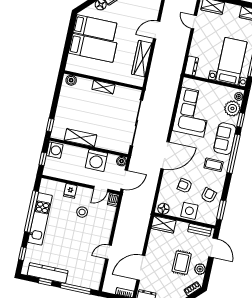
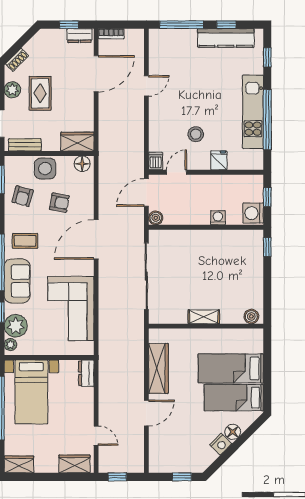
shelving: (80, 138) -> (221, 238), removed
washing machine: (96, 160) -> (218, 218), moved, width x0.53, depth x0.53

